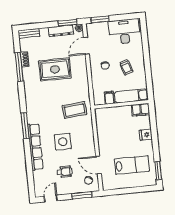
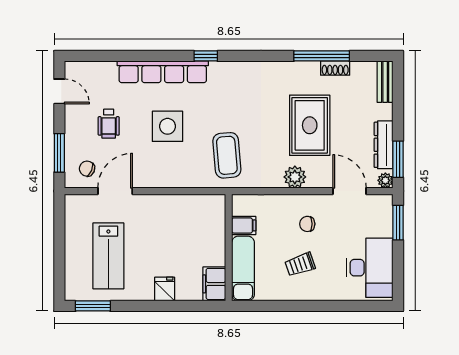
plant: (82, 74) -> (295, 177), added
window: (25, 126) -> (206, 56), width x0.46

